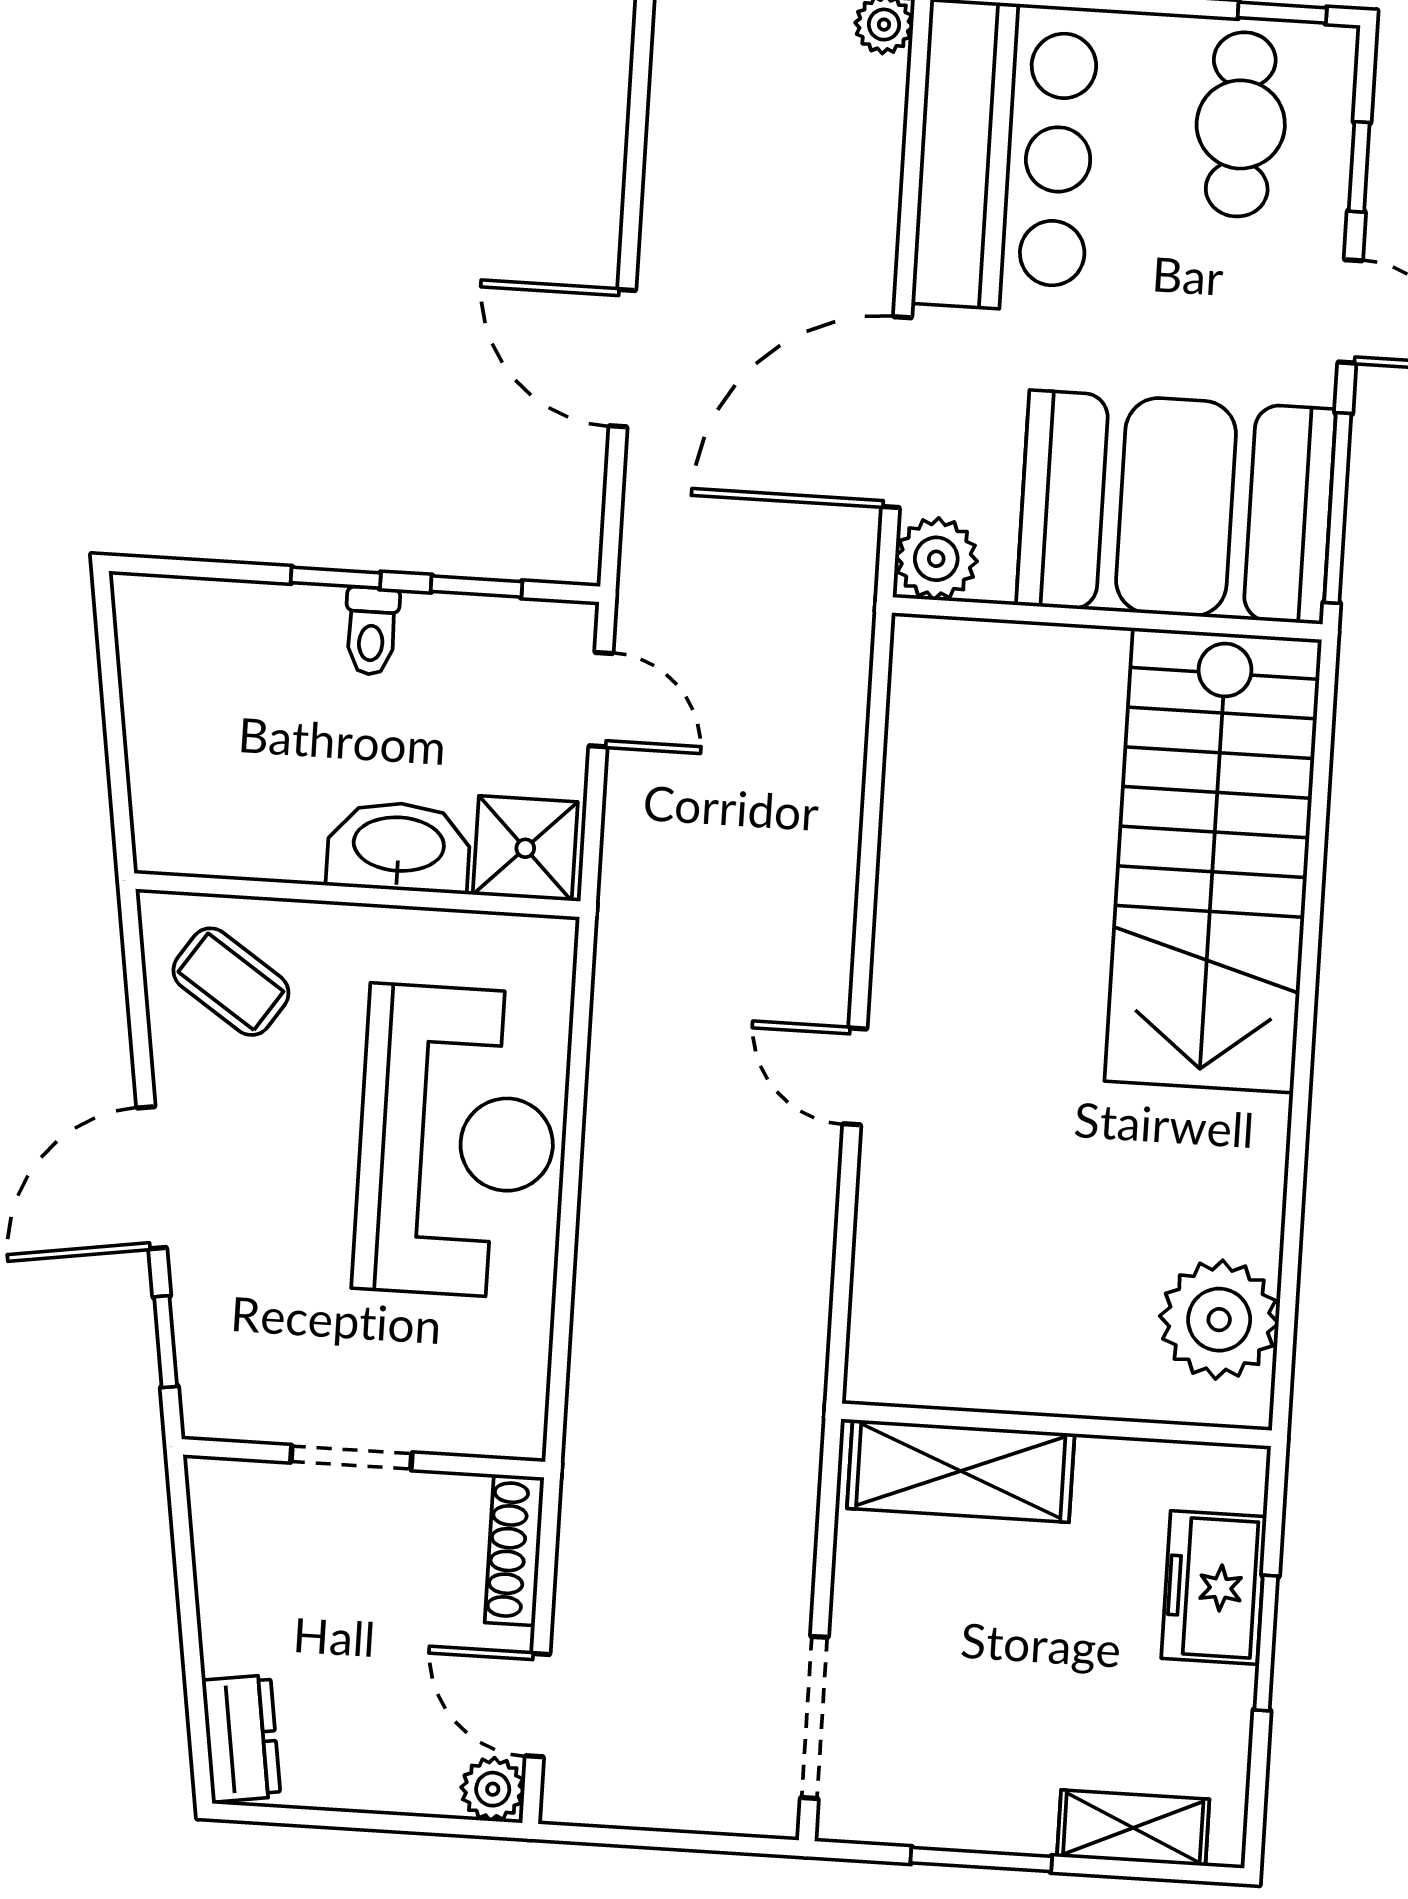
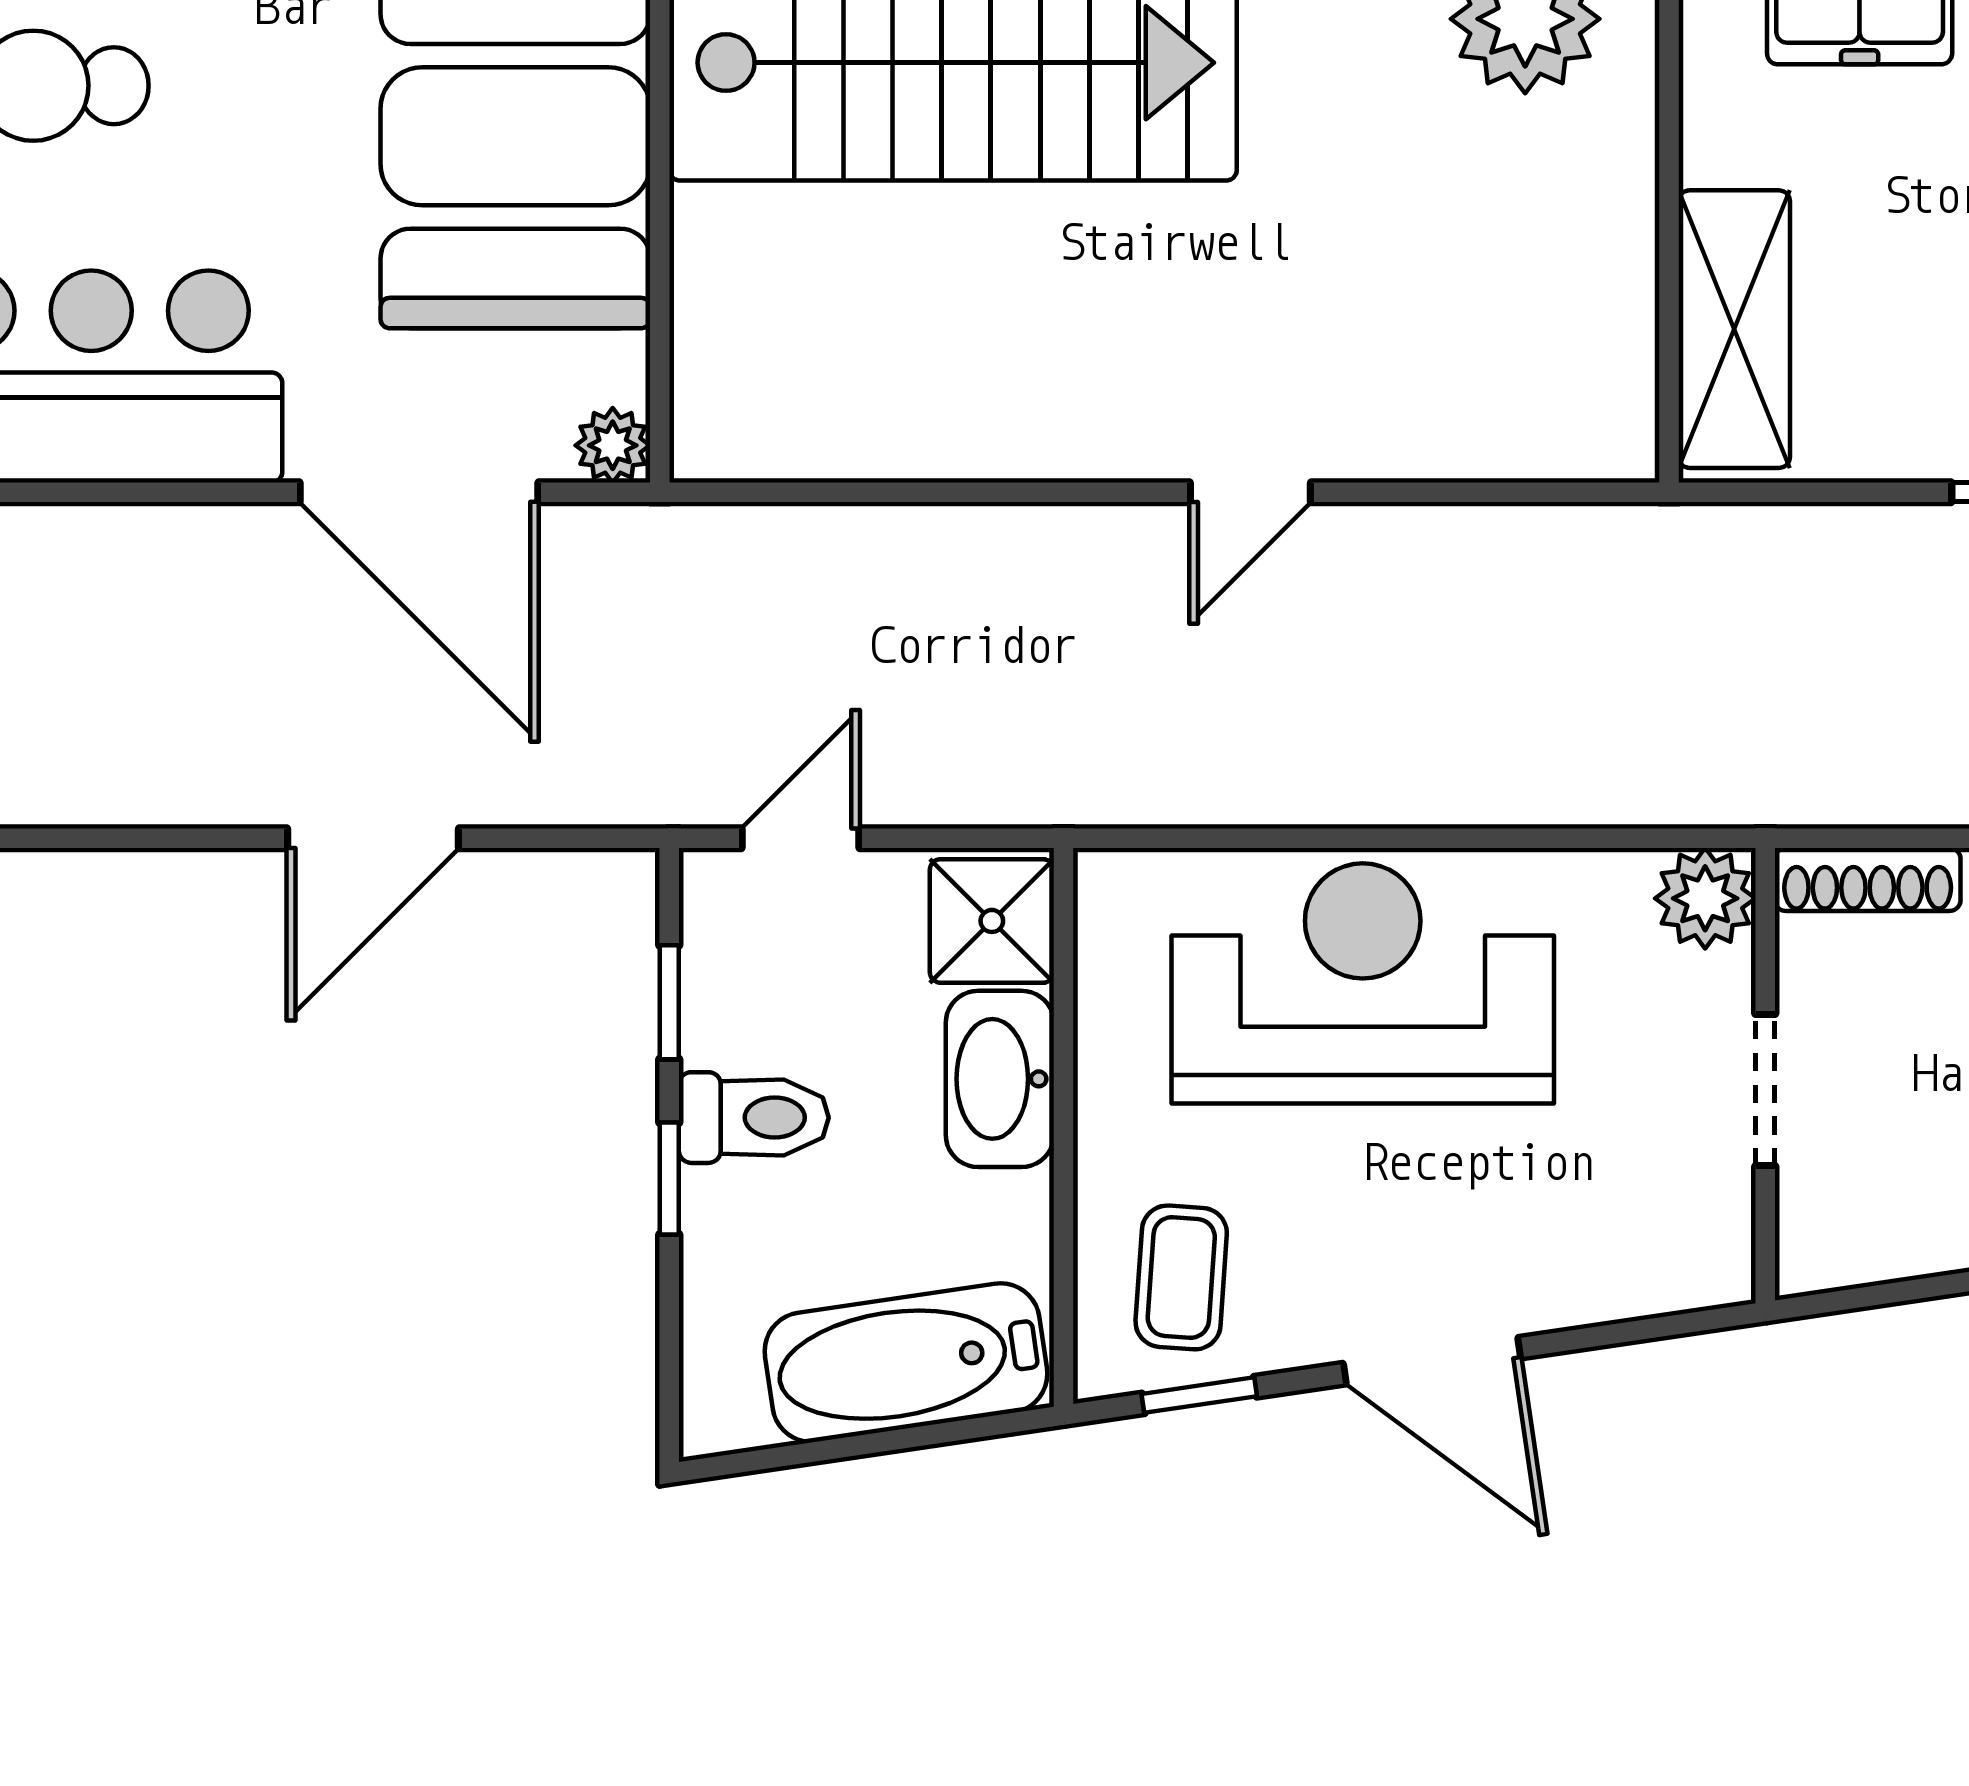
plant: (936, 559) -> (613, 445), width x0.73, depth x0.73
toilet: (371, 631) -> (754, 1118), width x1.37, depth x1.39
bathtub: (177, 757) -> (906, 1363), added
coffee table: (231, 982) -> (1181, 1277), turned -30
window: (166, 1342) -> (1199, 1395), moved
plant: (508, 1419) -> (1705, 898), added

